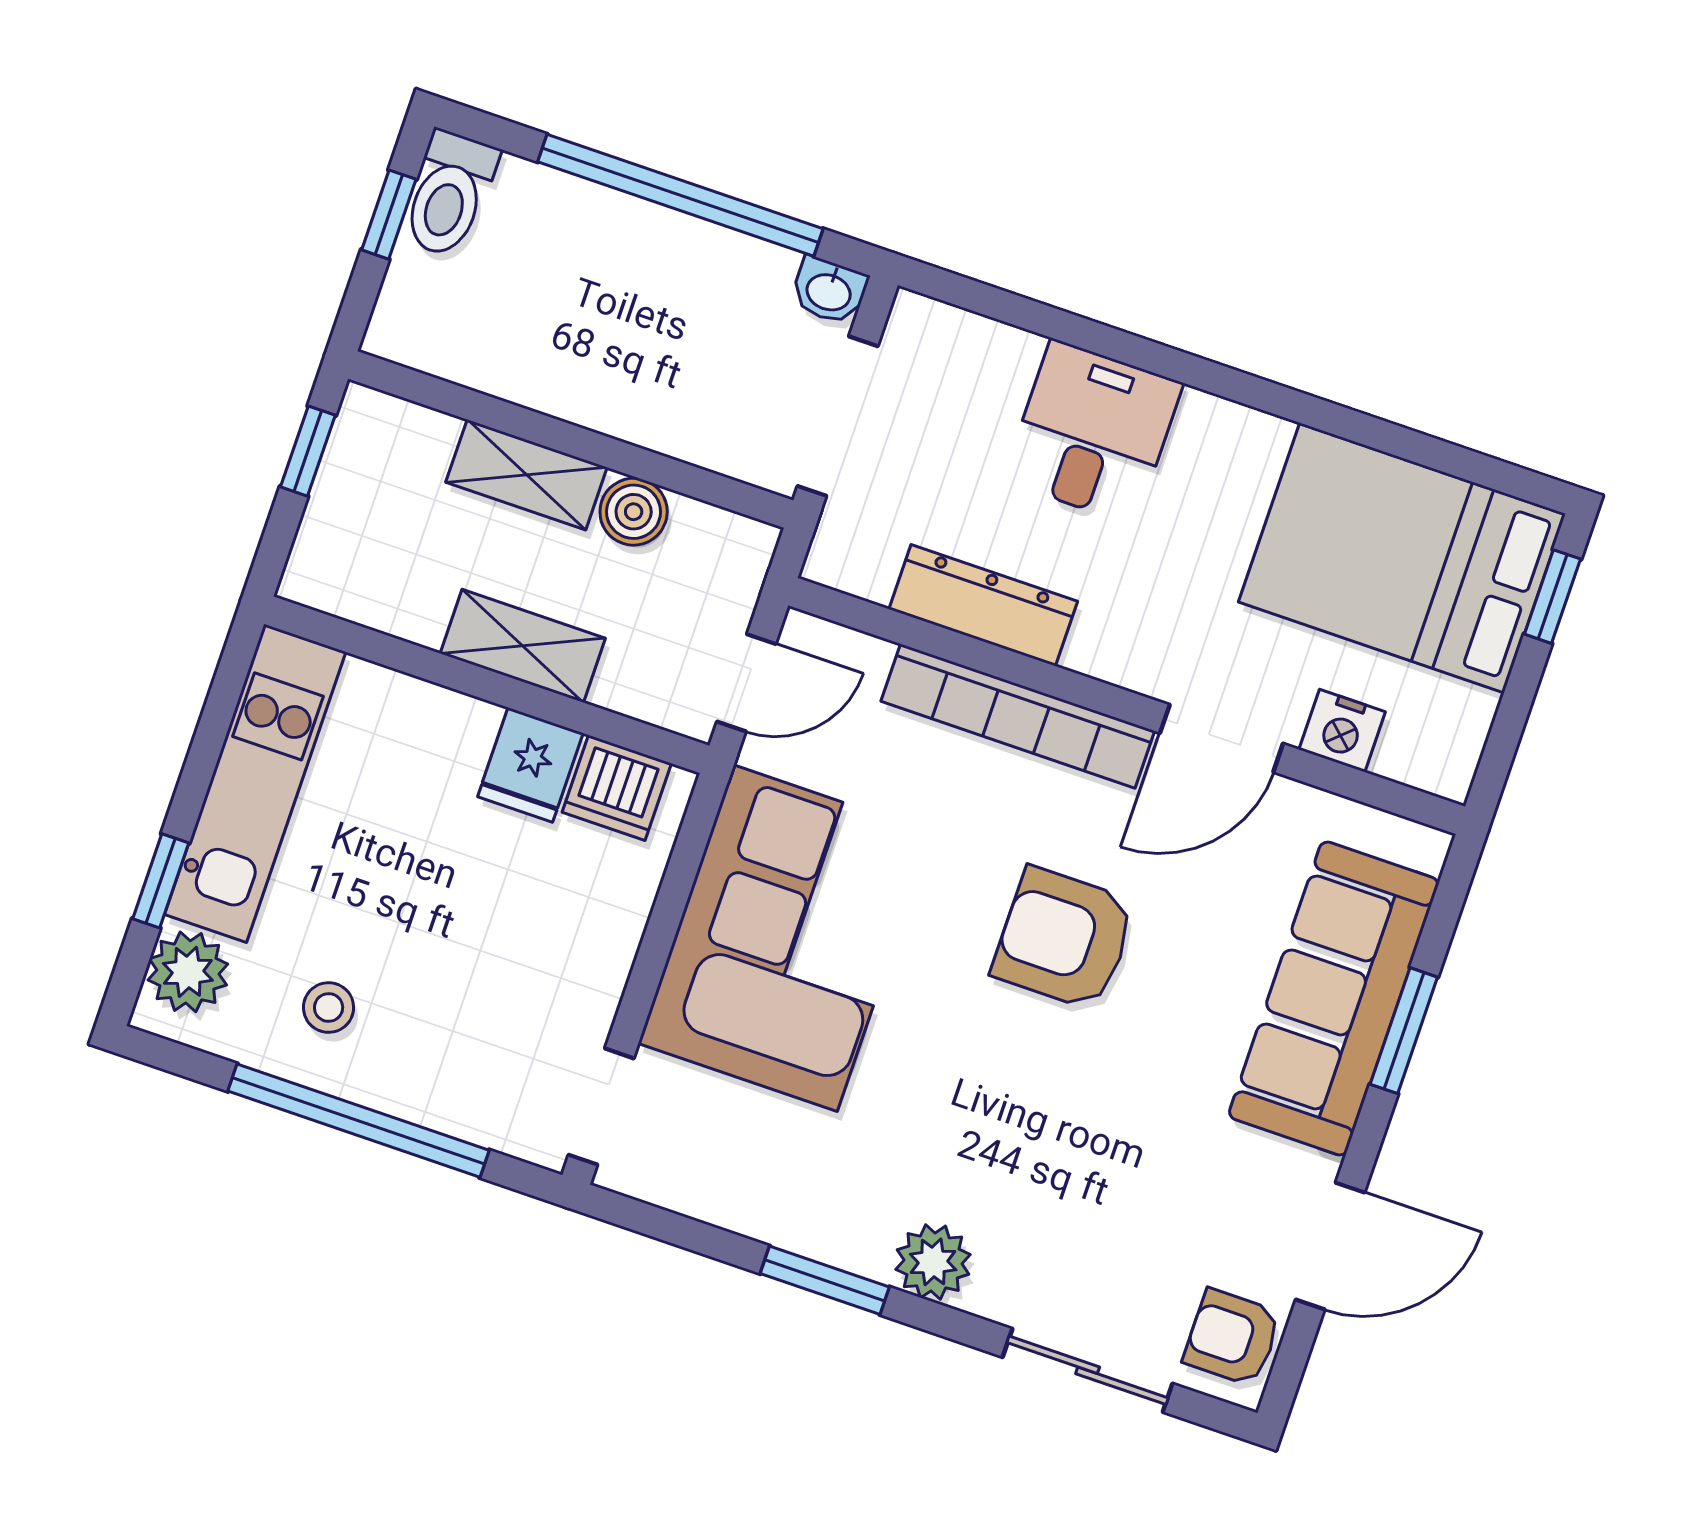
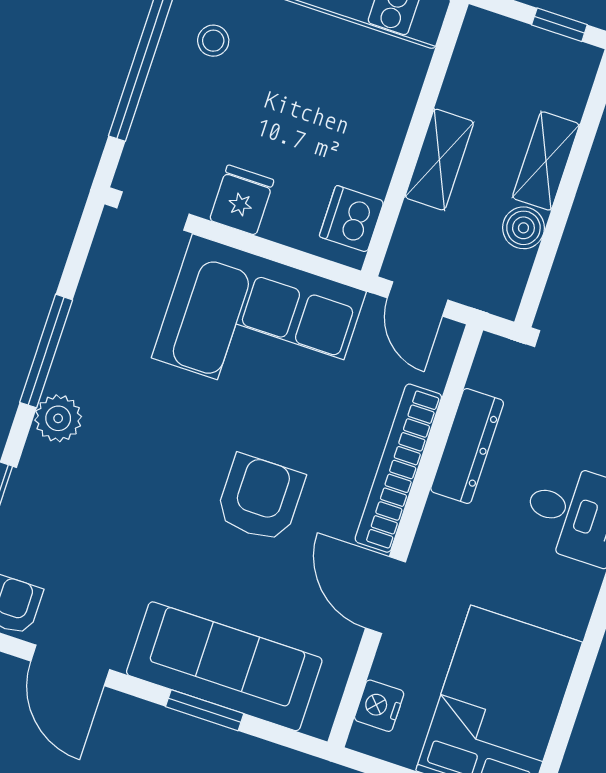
nightstand: (1342, 731) -> (379, 706), moved
fridge: (530, 765) -> (242, 200), moved, turned 90
window: (825, 1280) -> (46, 351), width x1.44

